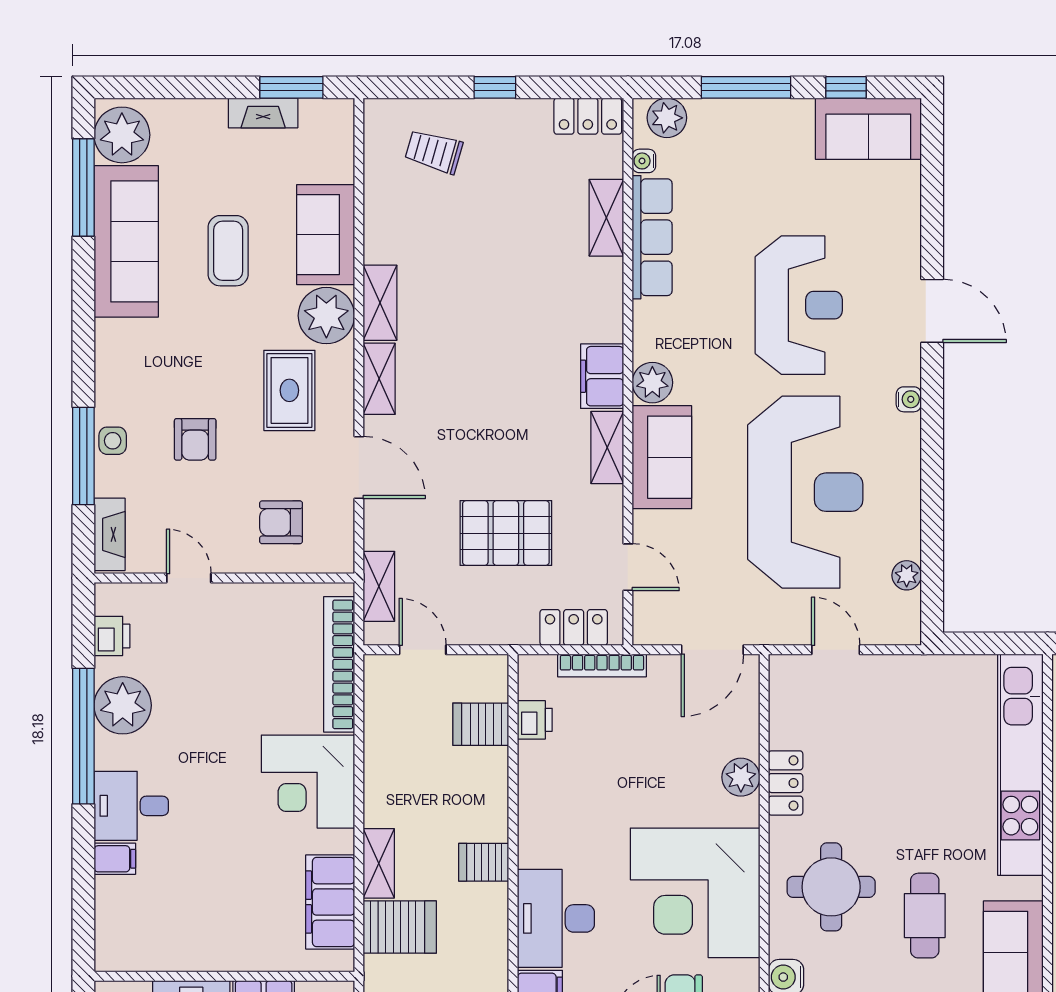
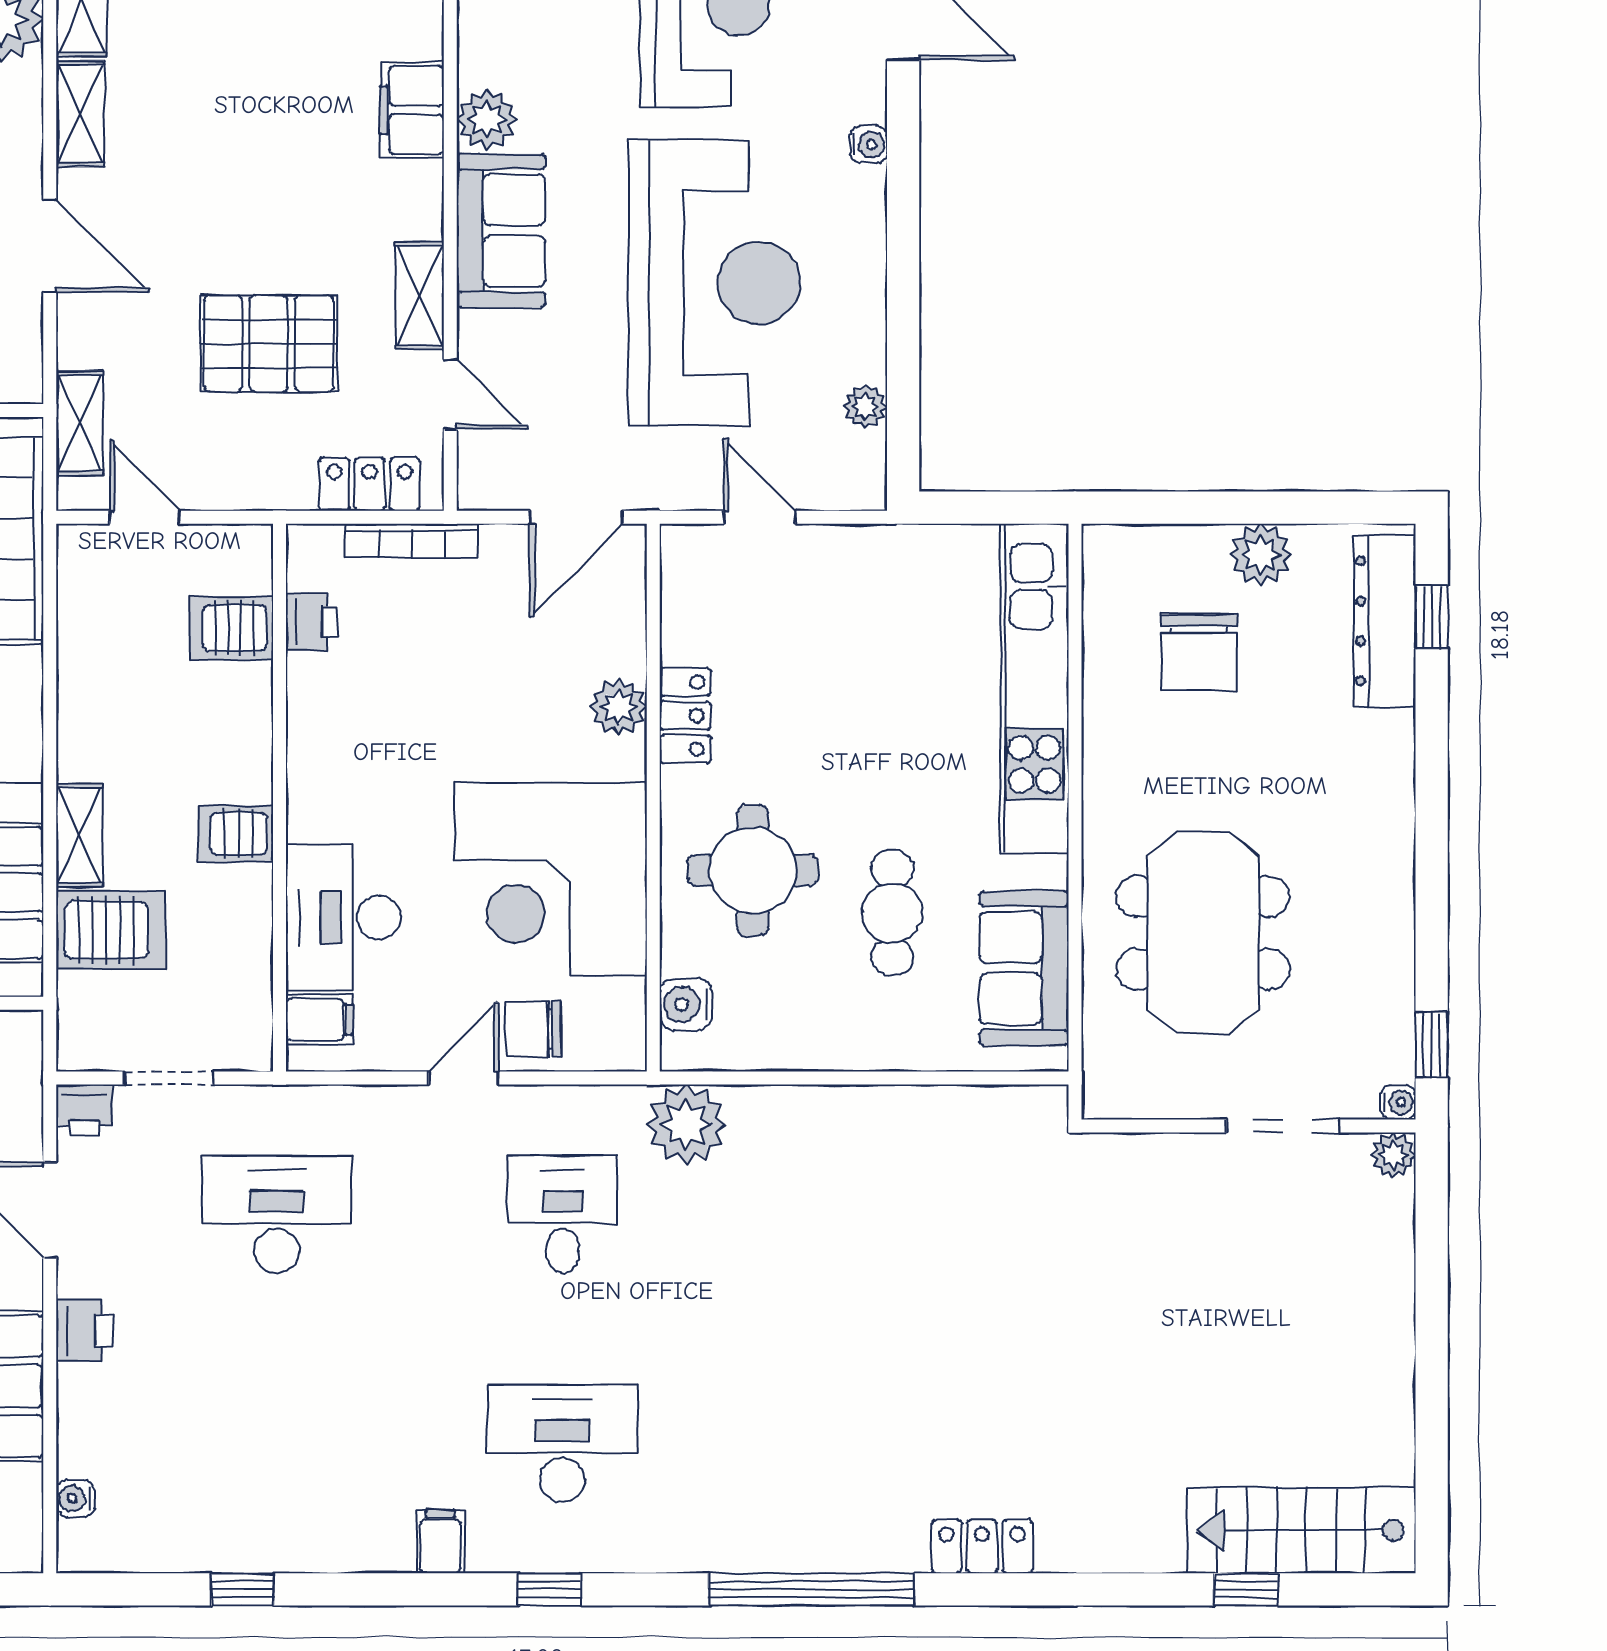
shelving: (607, 448) -> (420, 296), moved

